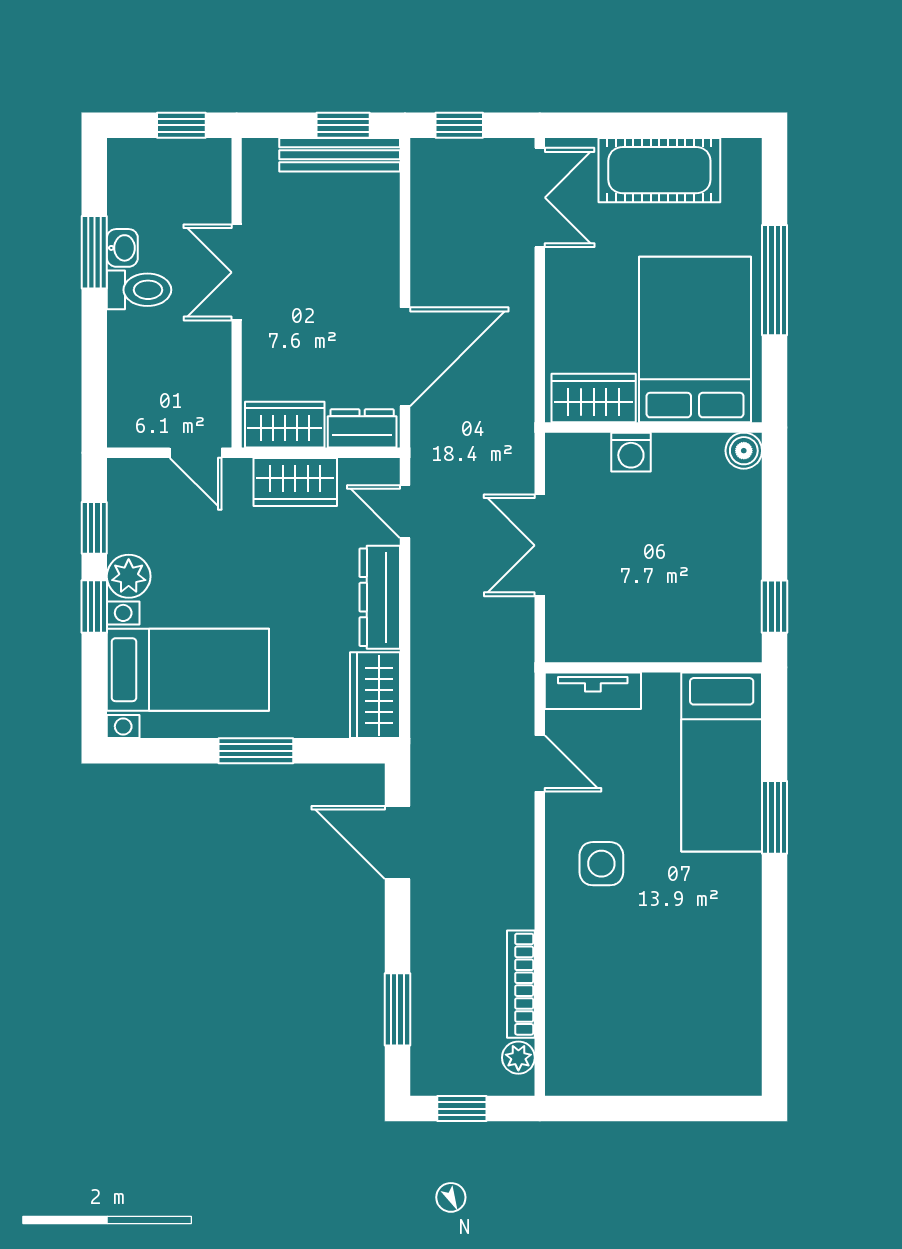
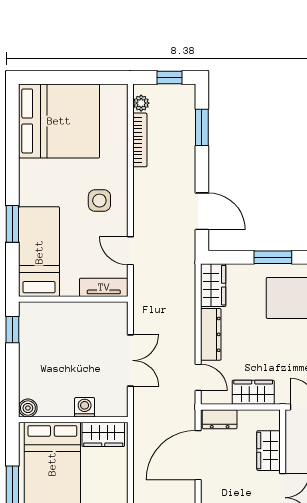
wardrobe: (285, 425) -> (269, 451), moved, turned 90
bed: (682, 1022) -> (59, 121), added

